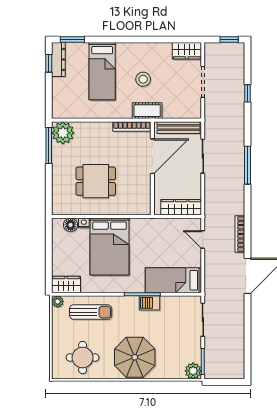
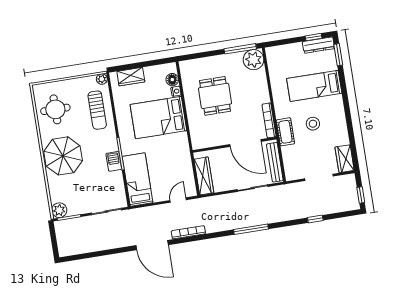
wardrobe: (66, 285) -> (131, 77), moved, turned 90

